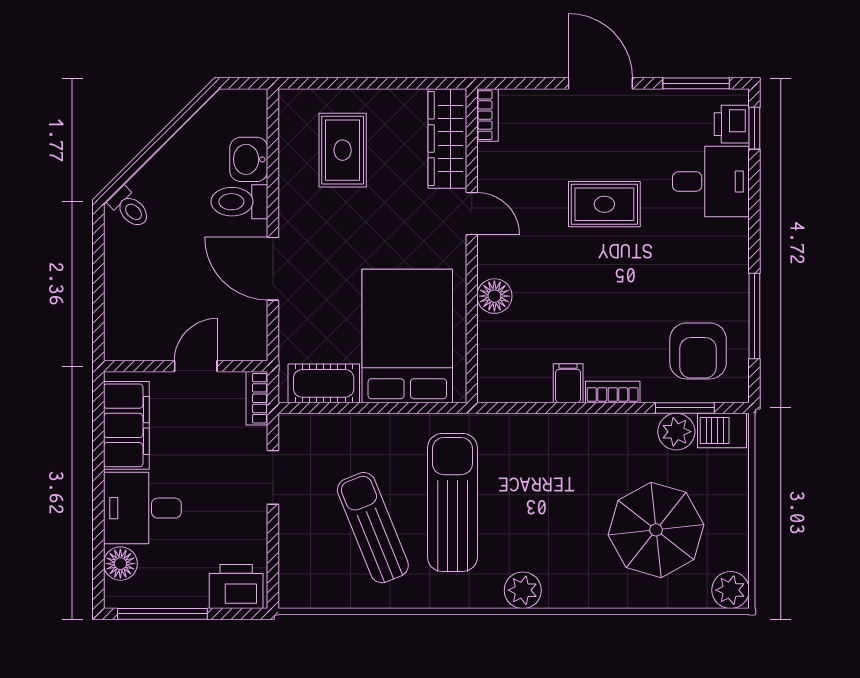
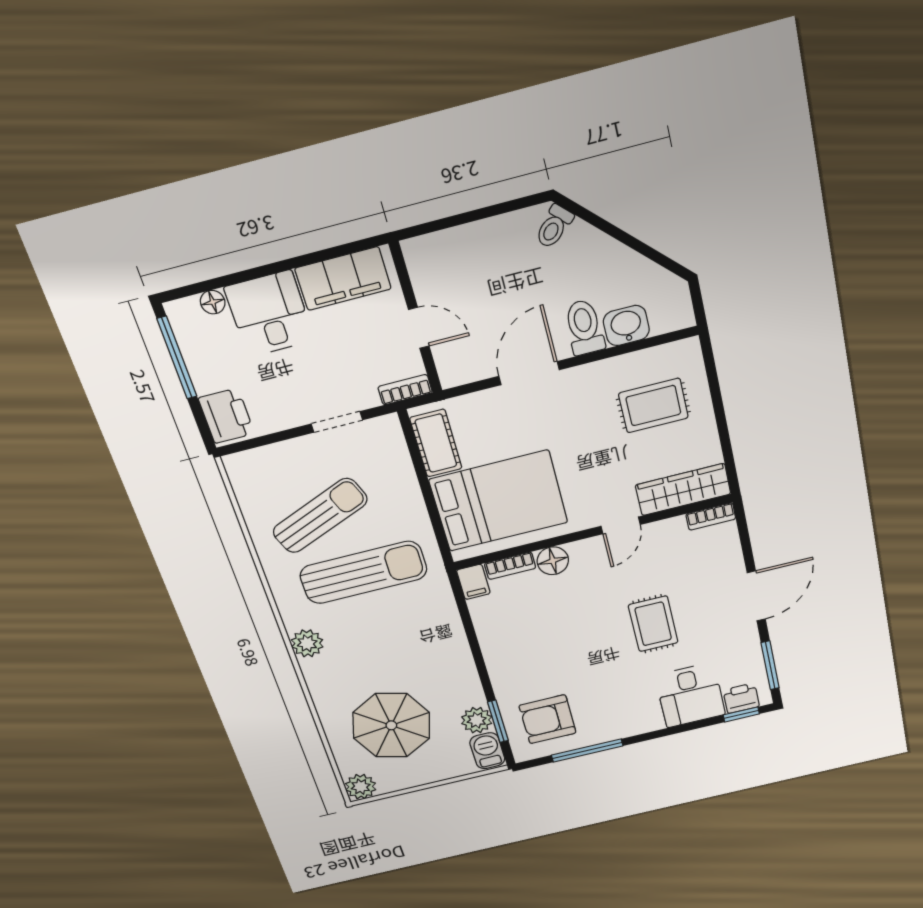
filing cabinet: (568, 383) -> (473, 582), moved, turned 90
bookcase: (613, 392) -> (510, 566), moved, turned 90
floor lamp: (120, 564) -> (213, 302), width x0.73, depth x0.73

